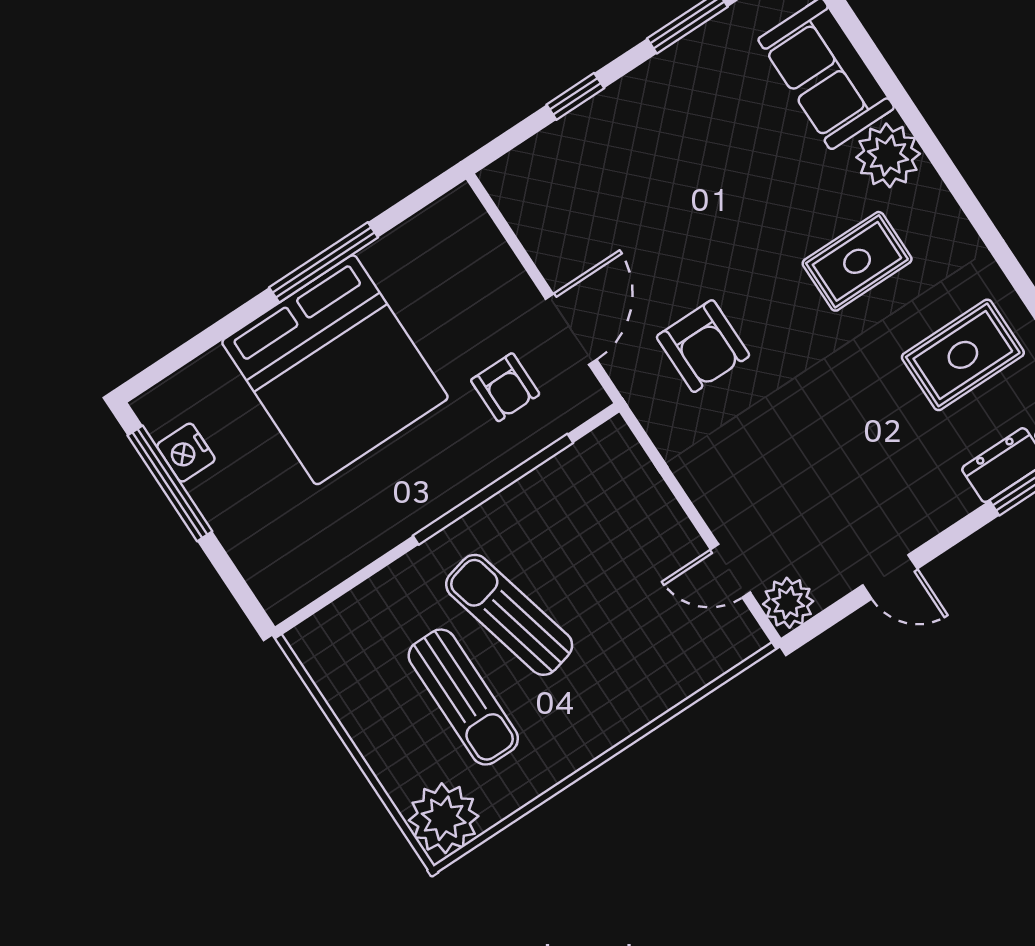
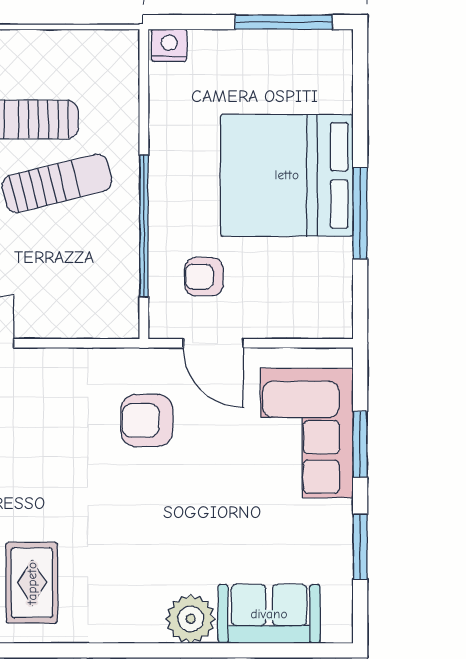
window: (575, 96) -> (360, 444), width x1.50
corner sofa: (602, 162) -> (307, 433), added
rug: (857, 261) -> (136, 554), removed
nightstand: (186, 453) -> (169, 45), moved

